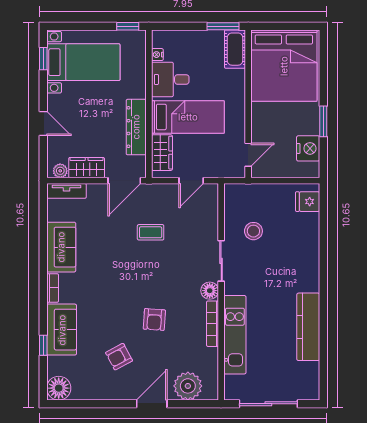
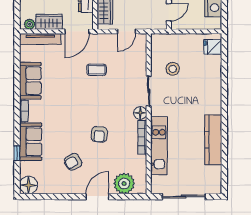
tv unit: (67, 191) -> (40, 39), width x1.41

